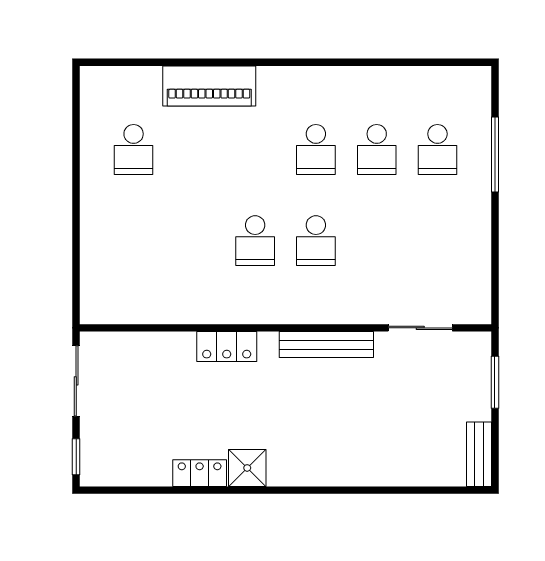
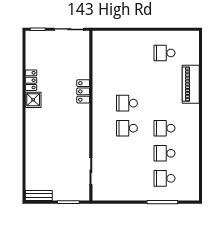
bench: (326, 345) -> (84, 133), removed

